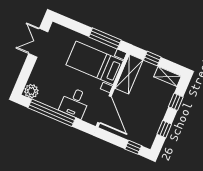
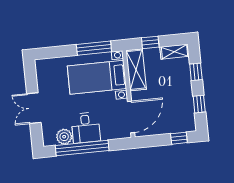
double door: (38, 43) -> (34, 108), moved
plant: (31, 91) -> (64, 137), moved
desk: (75, 103) -> (86, 128), moved
door: (104, 110) -> (131, 117), hinge flipped

